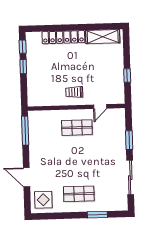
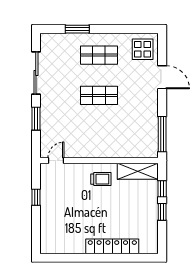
shelving: (103, 37) -> (138, 171), moved
window: (23, 47) -> (162, 189), moved
door: (100, 107) -> (56, 160), moved
shop shelf: (77, 128) -> (99, 95), moved

